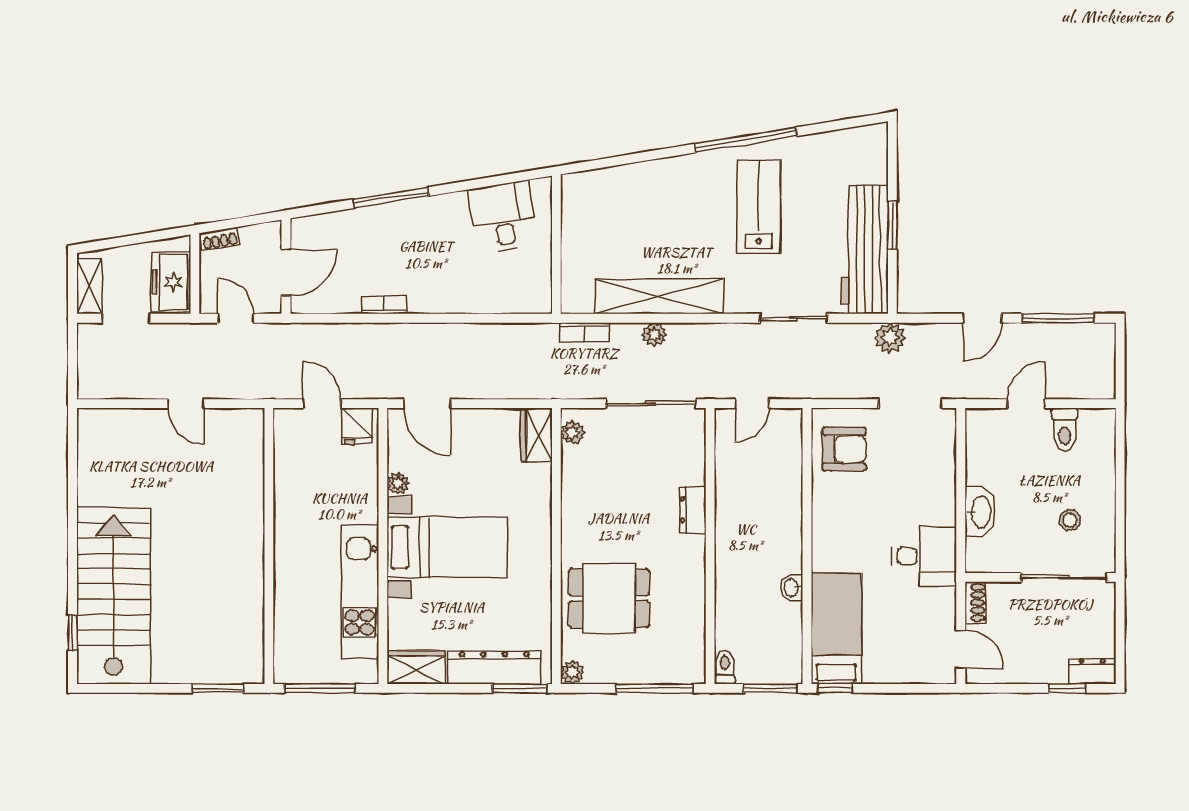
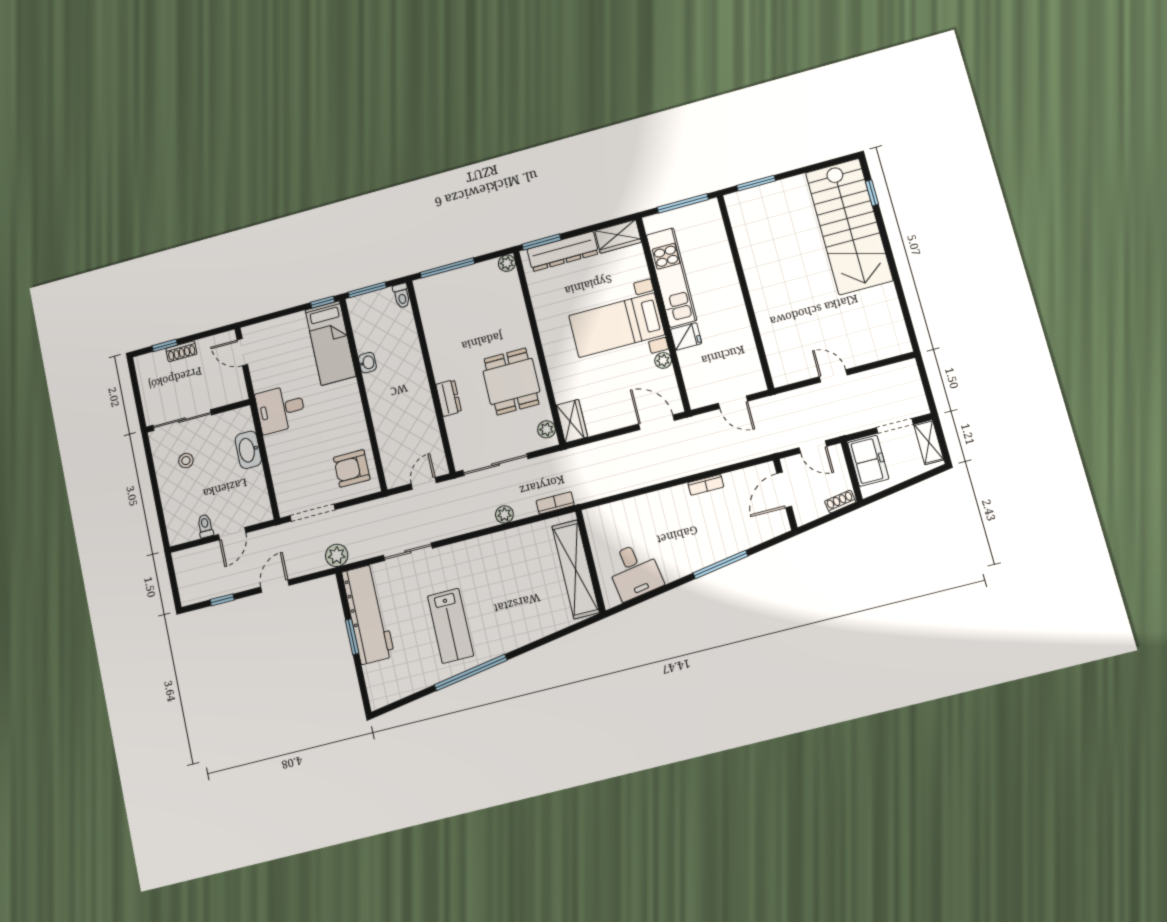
shelving: (659, 297) -> (576, 569), moved, turned 90
window: (1058, 318) -> (222, 600), width x0.46
fridge: (357, 426) -> (686, 336), moved, turned 90
toilet: (1065, 430) -> (205, 526), width x0.73, depth x0.72
dining table: (609, 598) -> (511, 381), moved, turned 90
shoe rack: (975, 603) -> (181, 351), moved, turned -90
dresser: (1092, 671) -> (151, 362), removed

